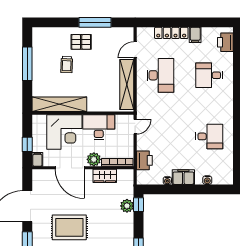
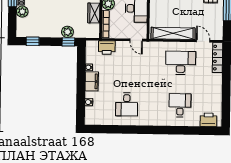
locker: (171, 33) -> (217, 58), moved
filing cabinet: (195, 35) -> (215, 94), removed
desk: (160, 75) -> (181, 63), turned 180

